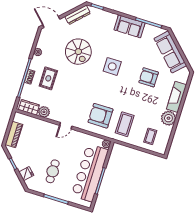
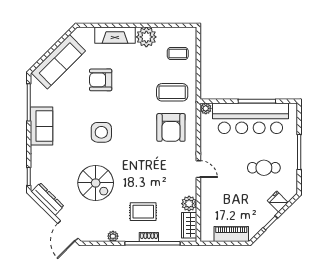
spiral stairs: (78, 52) -> (96, 183), turned 90
armchair: (149, 77) -> (101, 80), turned 90

